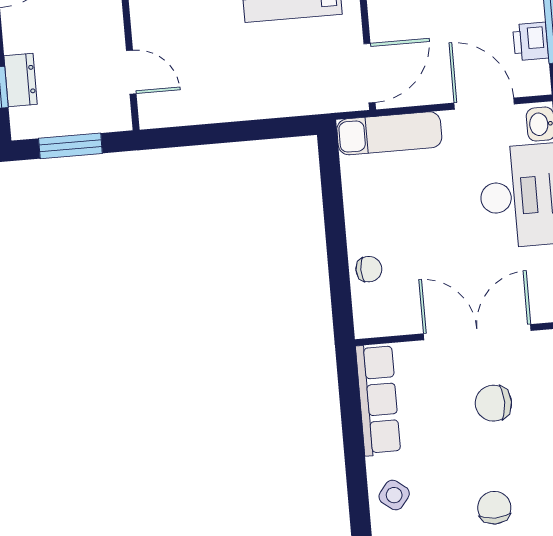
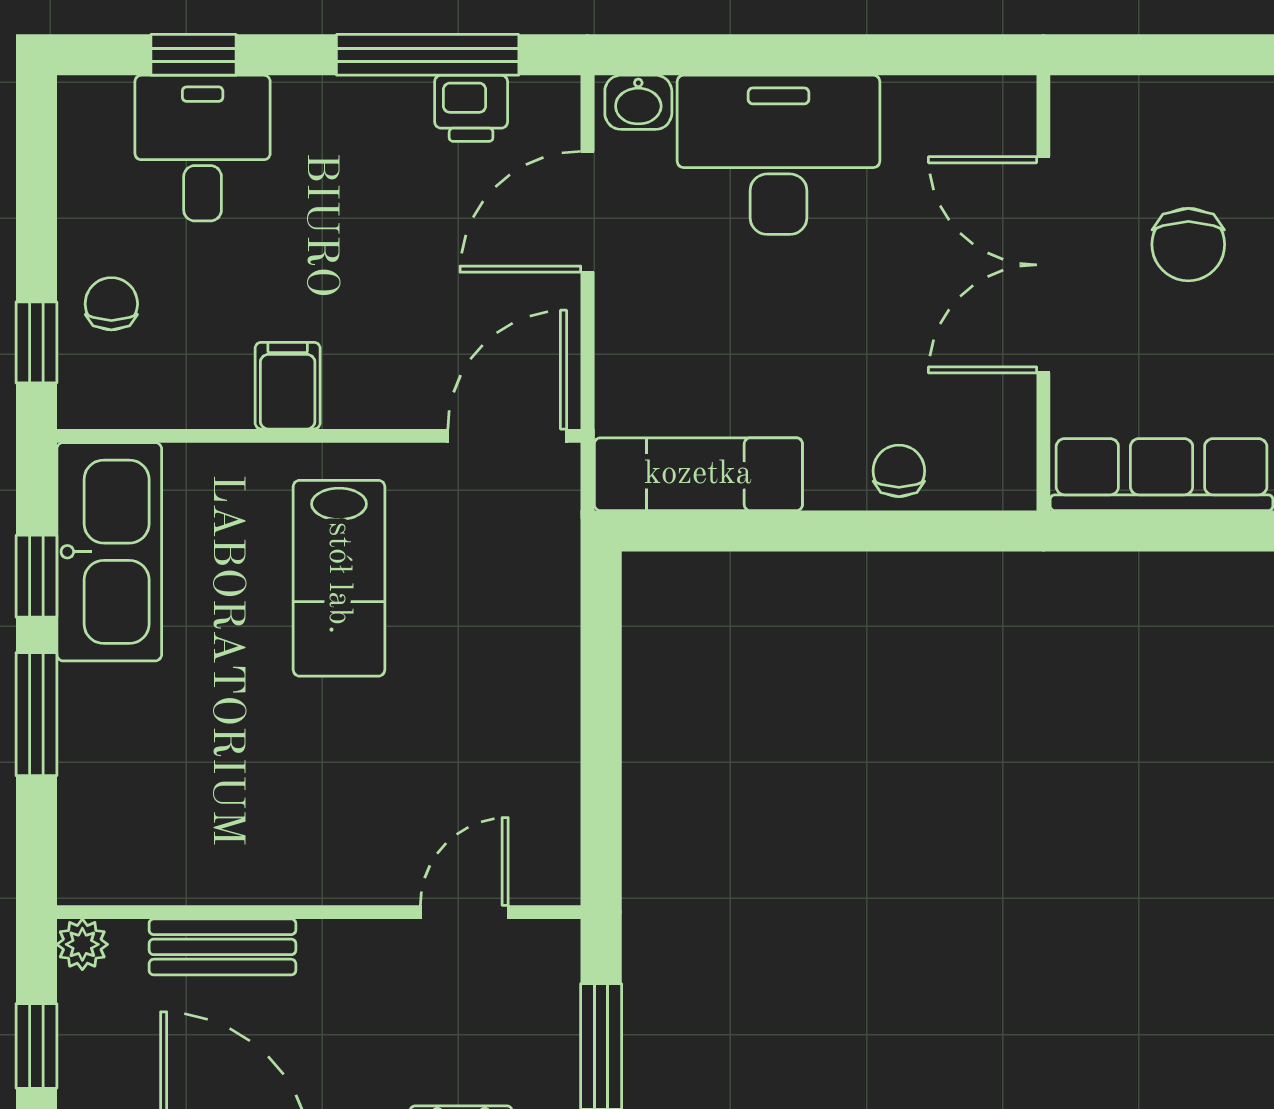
door: (370, 73) -> (507, 436), hinge flipped
exam couch: (389, 133) -> (698, 474), moved, turned -90

